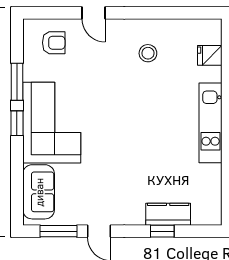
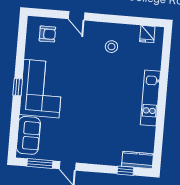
fridge: (210, 55) -> (147, 34), moved, turned -90
window: (17, 82) -> (20, 59), removed
kitchen counter: (168, 214) -> (138, 160), moved
window: (162, 231) -> (125, 171), moved

